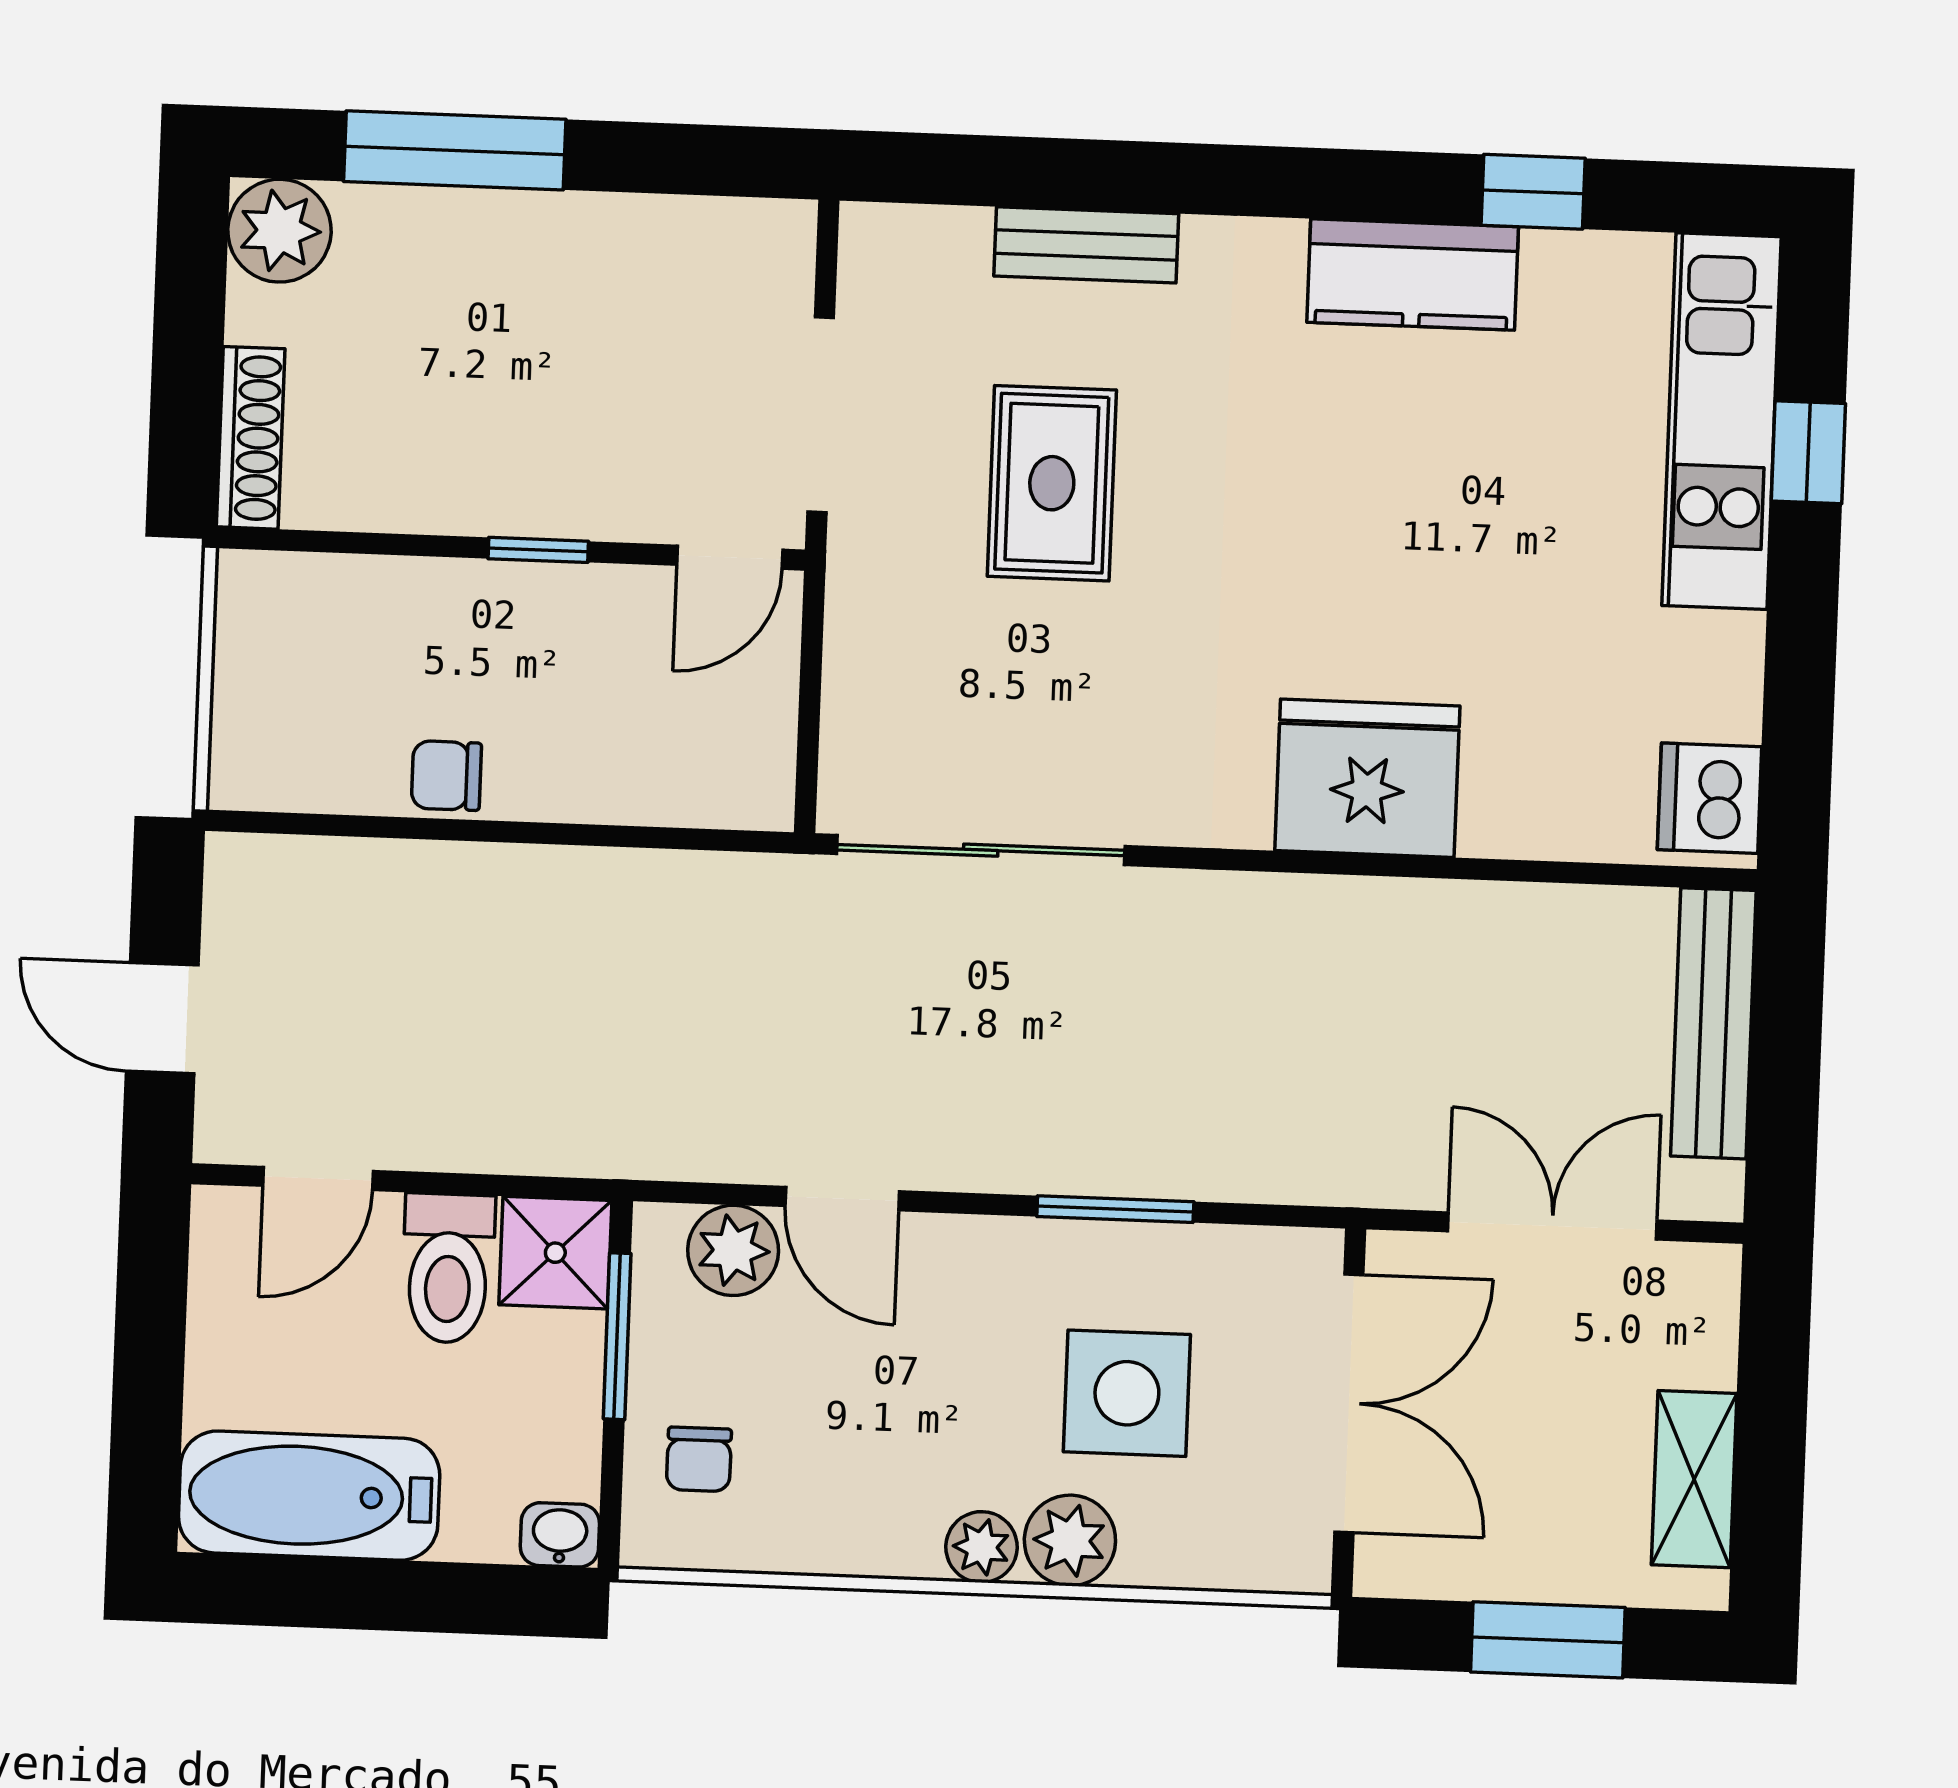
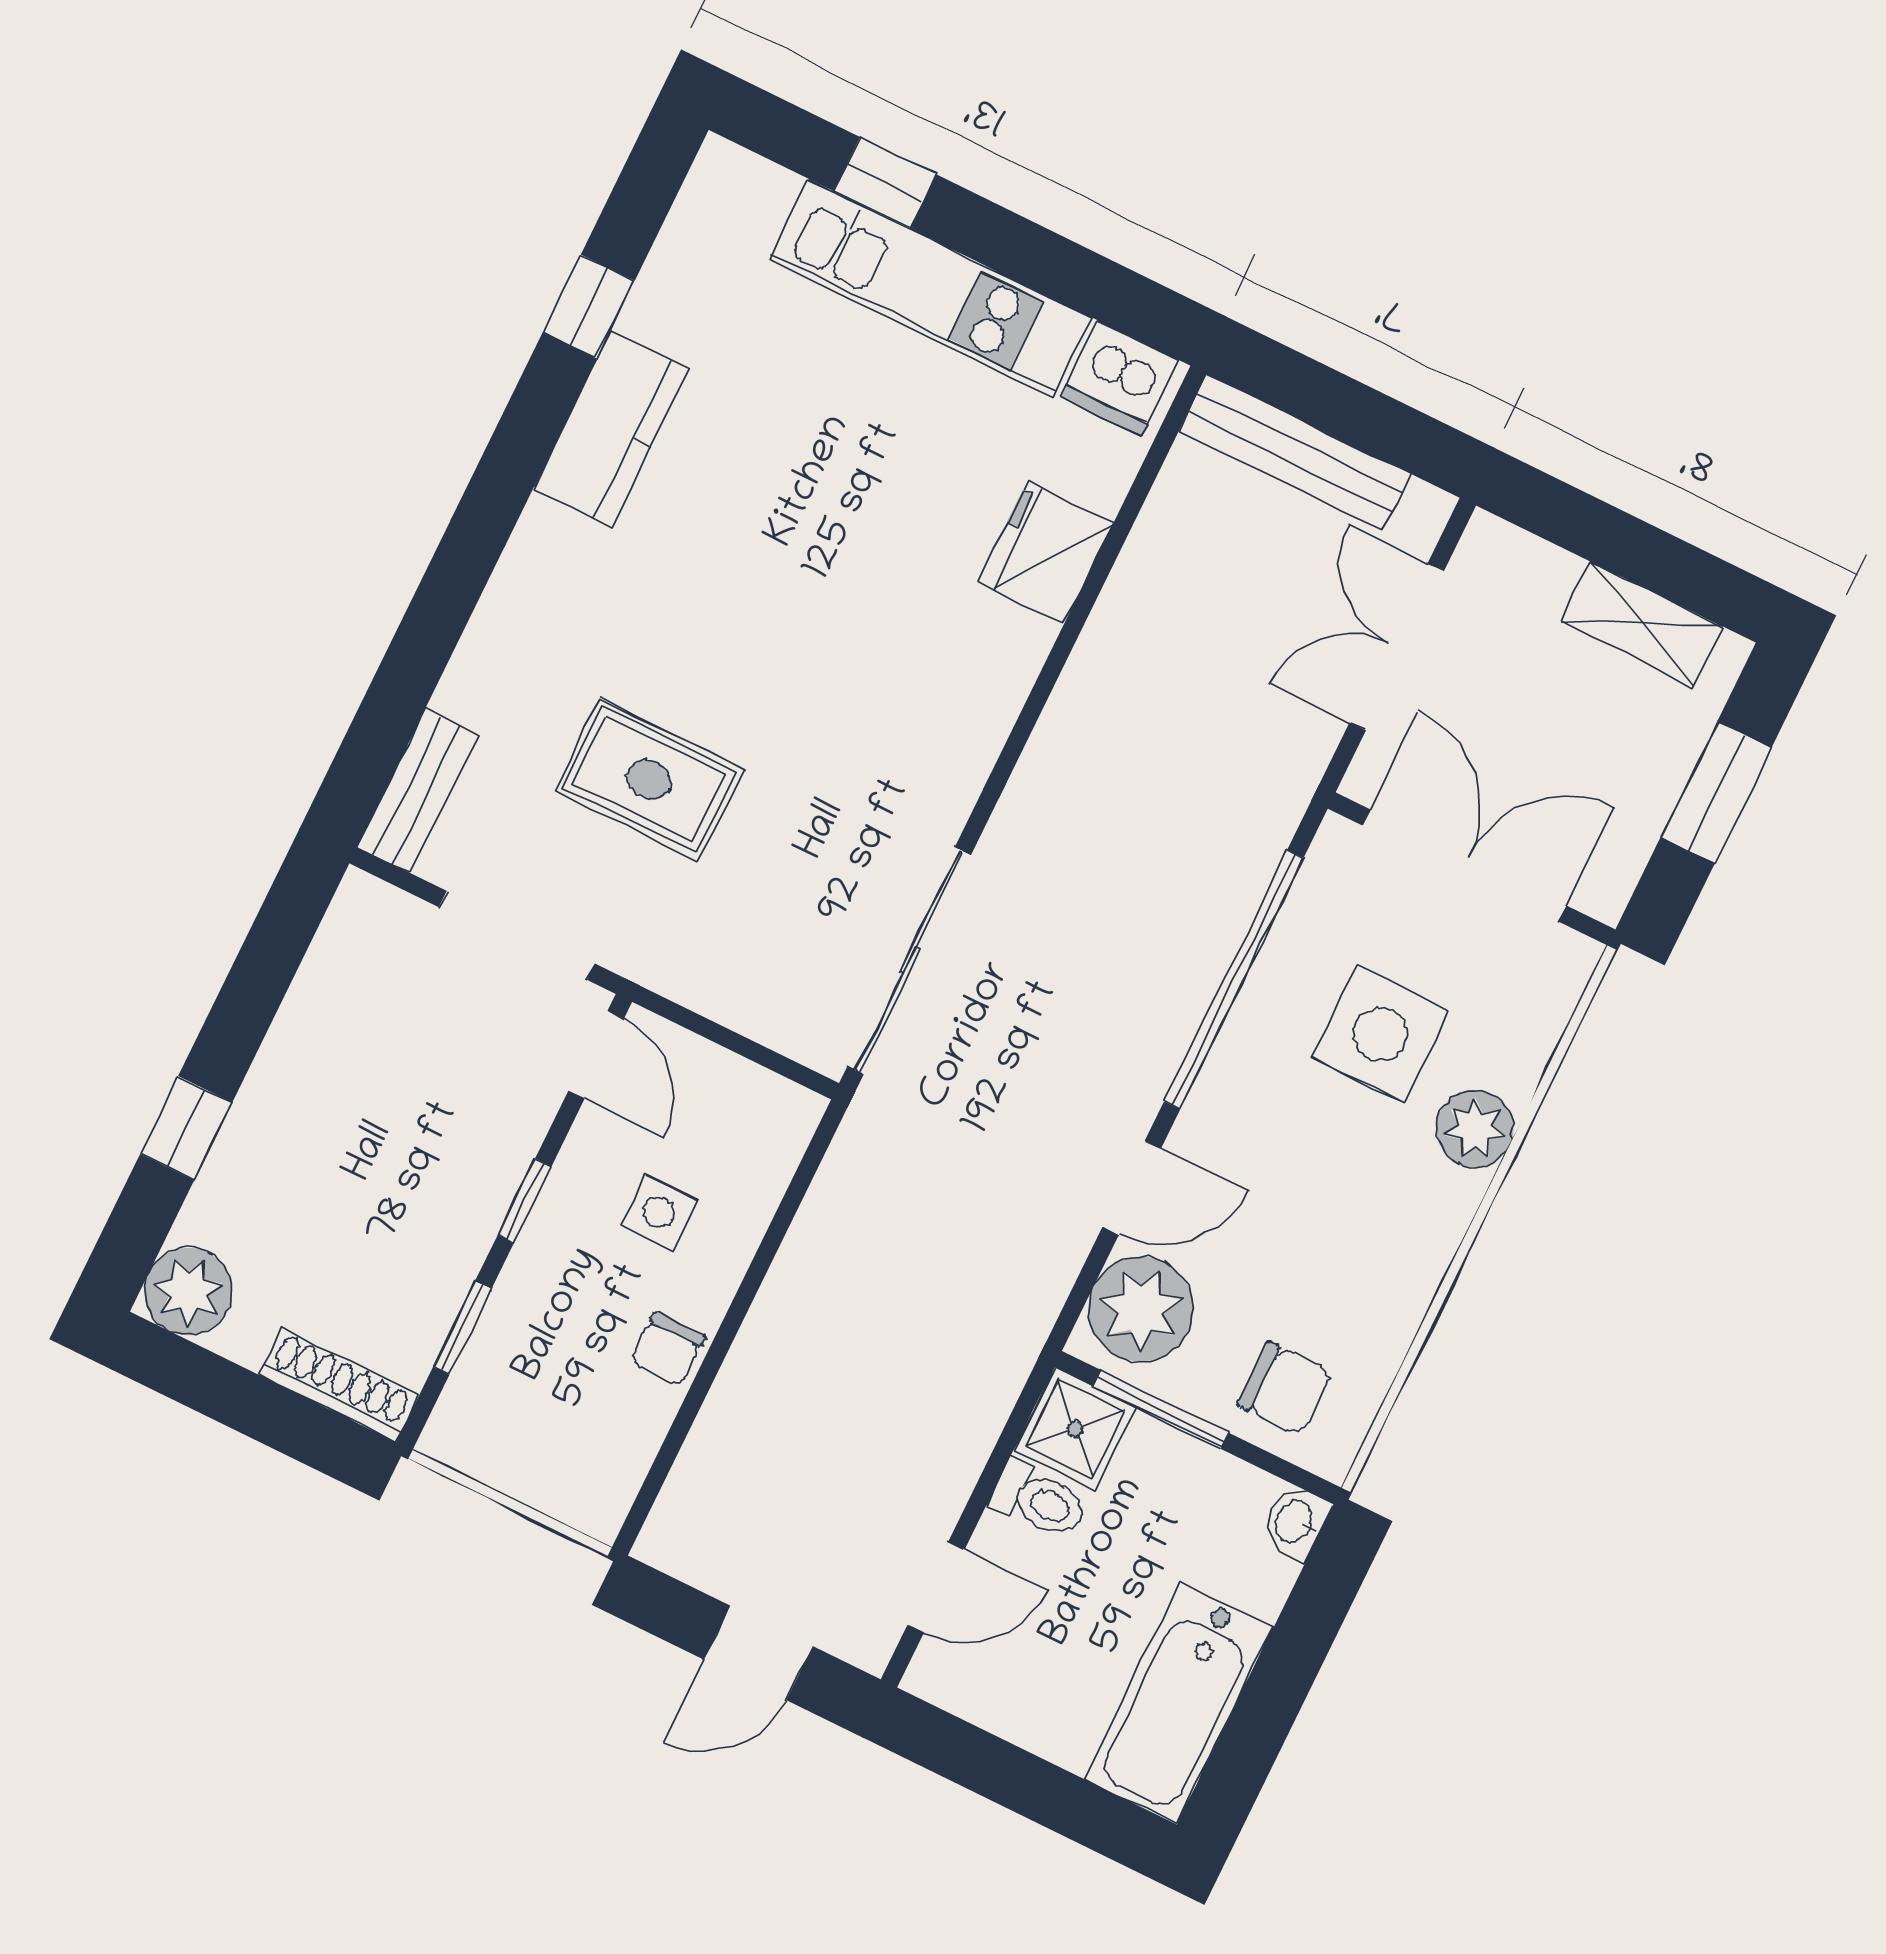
window: (455, 150) -> (186, 1128), width x0.46
bench: (1086, 245) -> (418, 791), moved
kitchen unit: (1722, 421) -> (930, 288), moved
window: (371, 544) -> (462, 1328), added
side table: (590, 701) -> (659, 1212), added
fridge: (1367, 778) -> (1045, 553), moved, width x0.73, depth x0.75
door: (318, 1178) -> (936, 1587), hinge flipped
window: (1115, 1209) -> (1234, 980), width x2.11
plant: (733, 1250) -> (1141, 1309), width x1.36, depth x1.36
toilet: (448, 1268) -> (1039, 1500), width x0.73, depth x0.72
chair: (699, 1459) -> (1285, 1388), width x1.37, depth x1.37
plant: (981, 1547) -> (1450, 1200), removed

